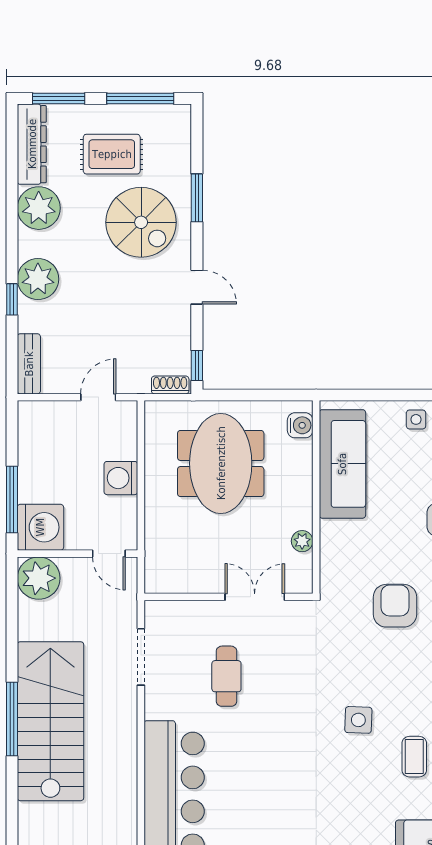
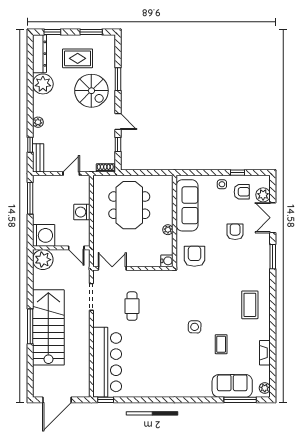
window: (59, 98) -> (52, 32), width x0.67
window: (140, 98) -> (91, 32), width x0.69
plant: (38, 279) -> (38, 122), width x0.53, depth x0.53
window: (12, 299) -> (30, 145), moved
window: (197, 366) -> (118, 144), moved
water cooler: (300, 425) -> (167, 261), moved
window: (12, 500) -> (30, 198), moved
plant: (302, 541) -> (168, 230), moved
double door: (255, 597) -> (112, 268), moved
armchair: (395, 606) -> (194, 256), moved

